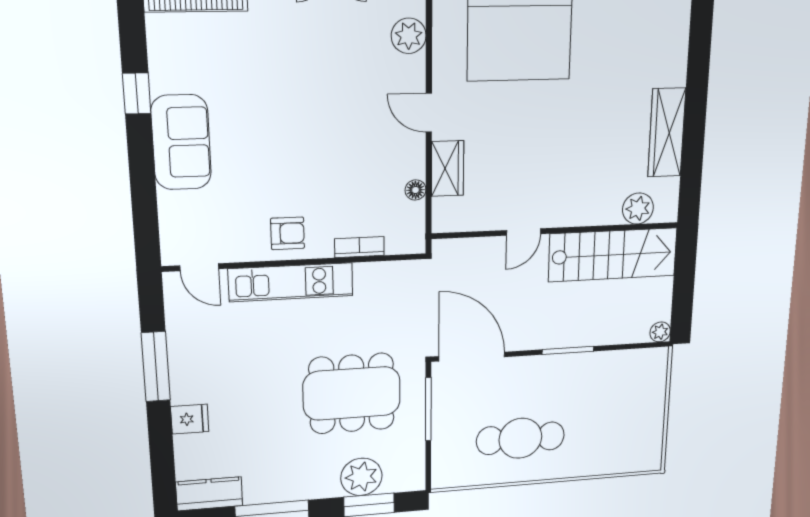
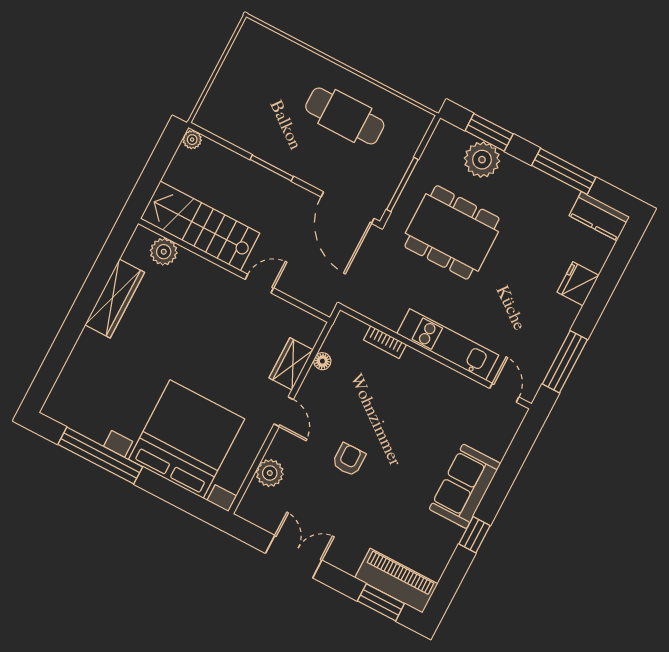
armchair: (288, 233) -> (349, 460), moved, turned 90
window: (156, 367) -> (565, 362), moved
fridge: (190, 419) -> (578, 284), width x1.38

